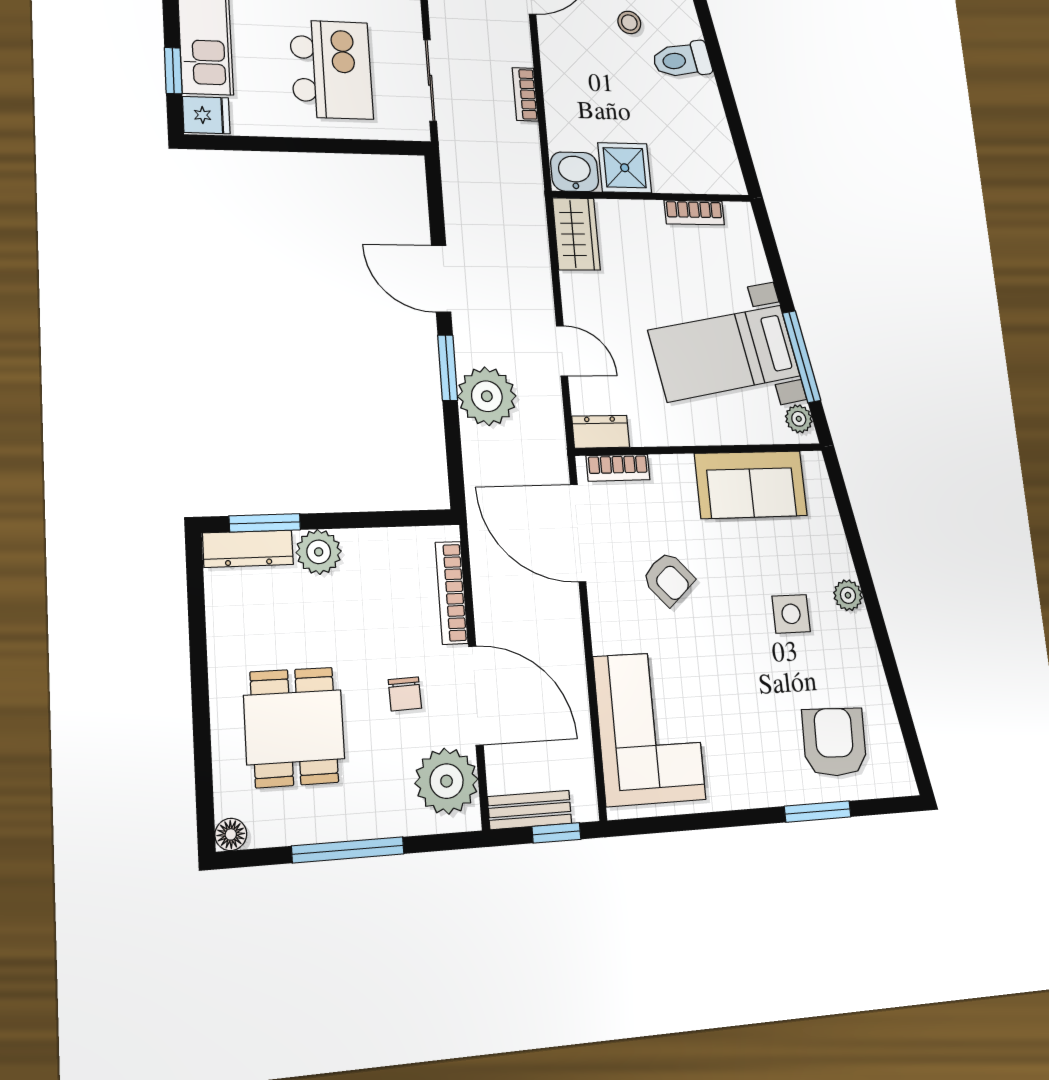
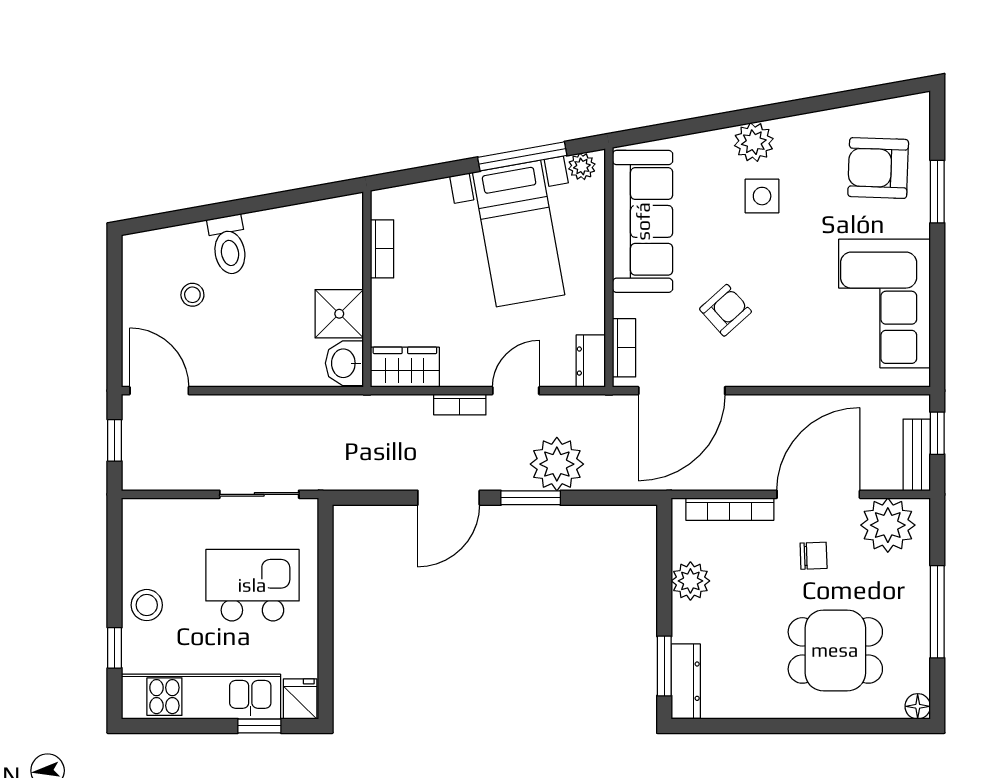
bookcase: (525, 94) -> (460, 405), moved
sofa: (751, 485) -> (643, 221), width x1.36
plant: (319, 552) -> (690, 581), moved
plant: (848, 595) -> (754, 142), width x1.38, depth x1.38
corner sofa: (649, 728) -> (885, 304), moved, turned -90

